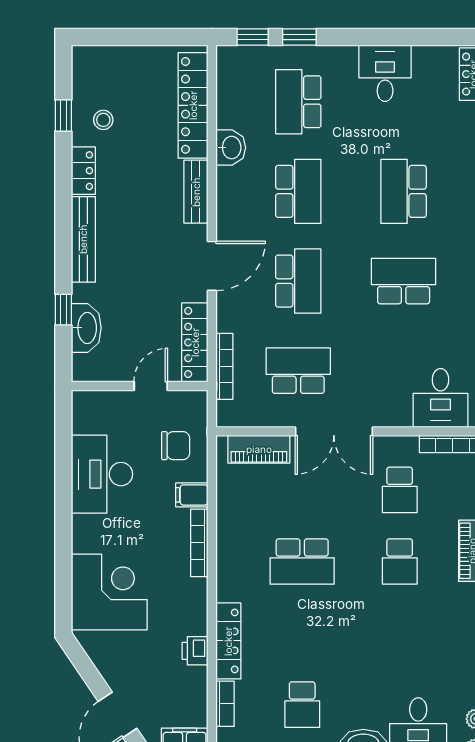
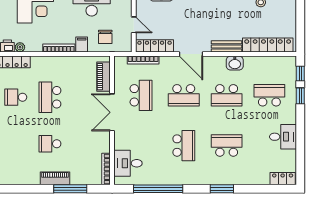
washbasin: (231, 148) -> (235, 63), moved
school desk: (400, 490) -> (16, 97), moved
plant: (198, 624) -> (20, 47), added

